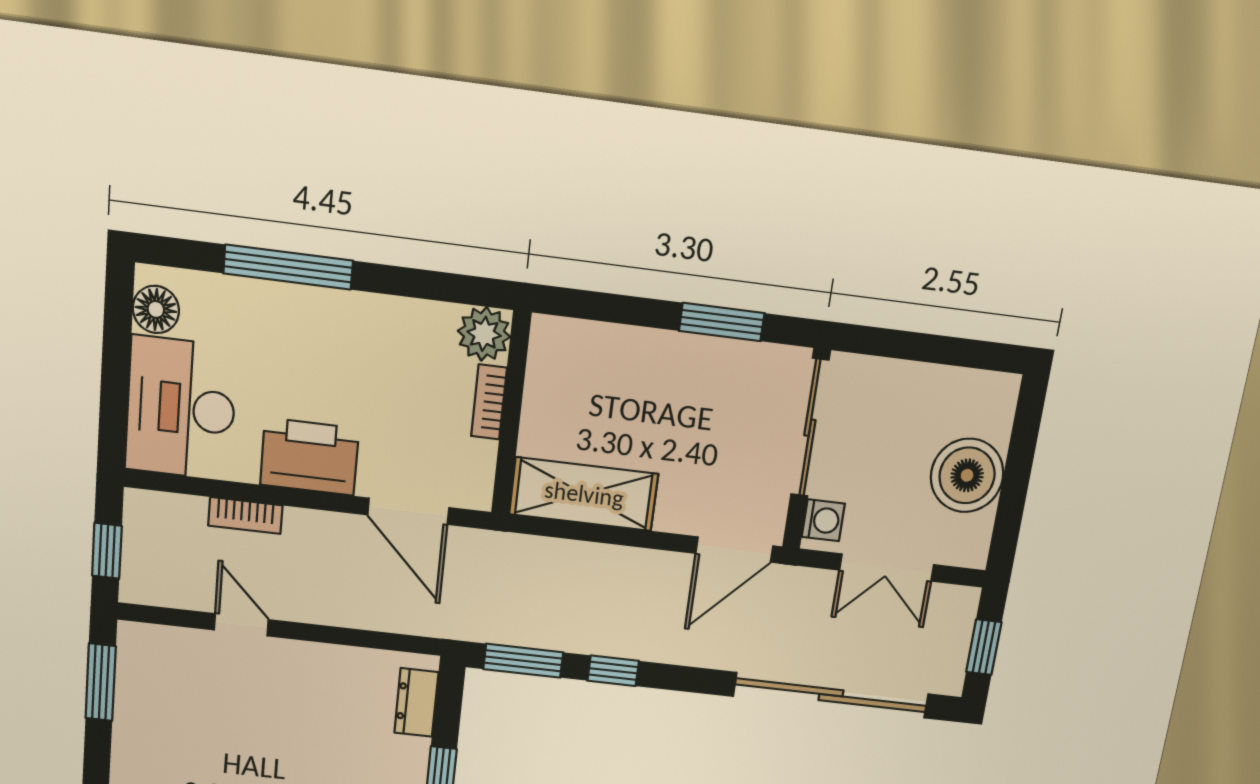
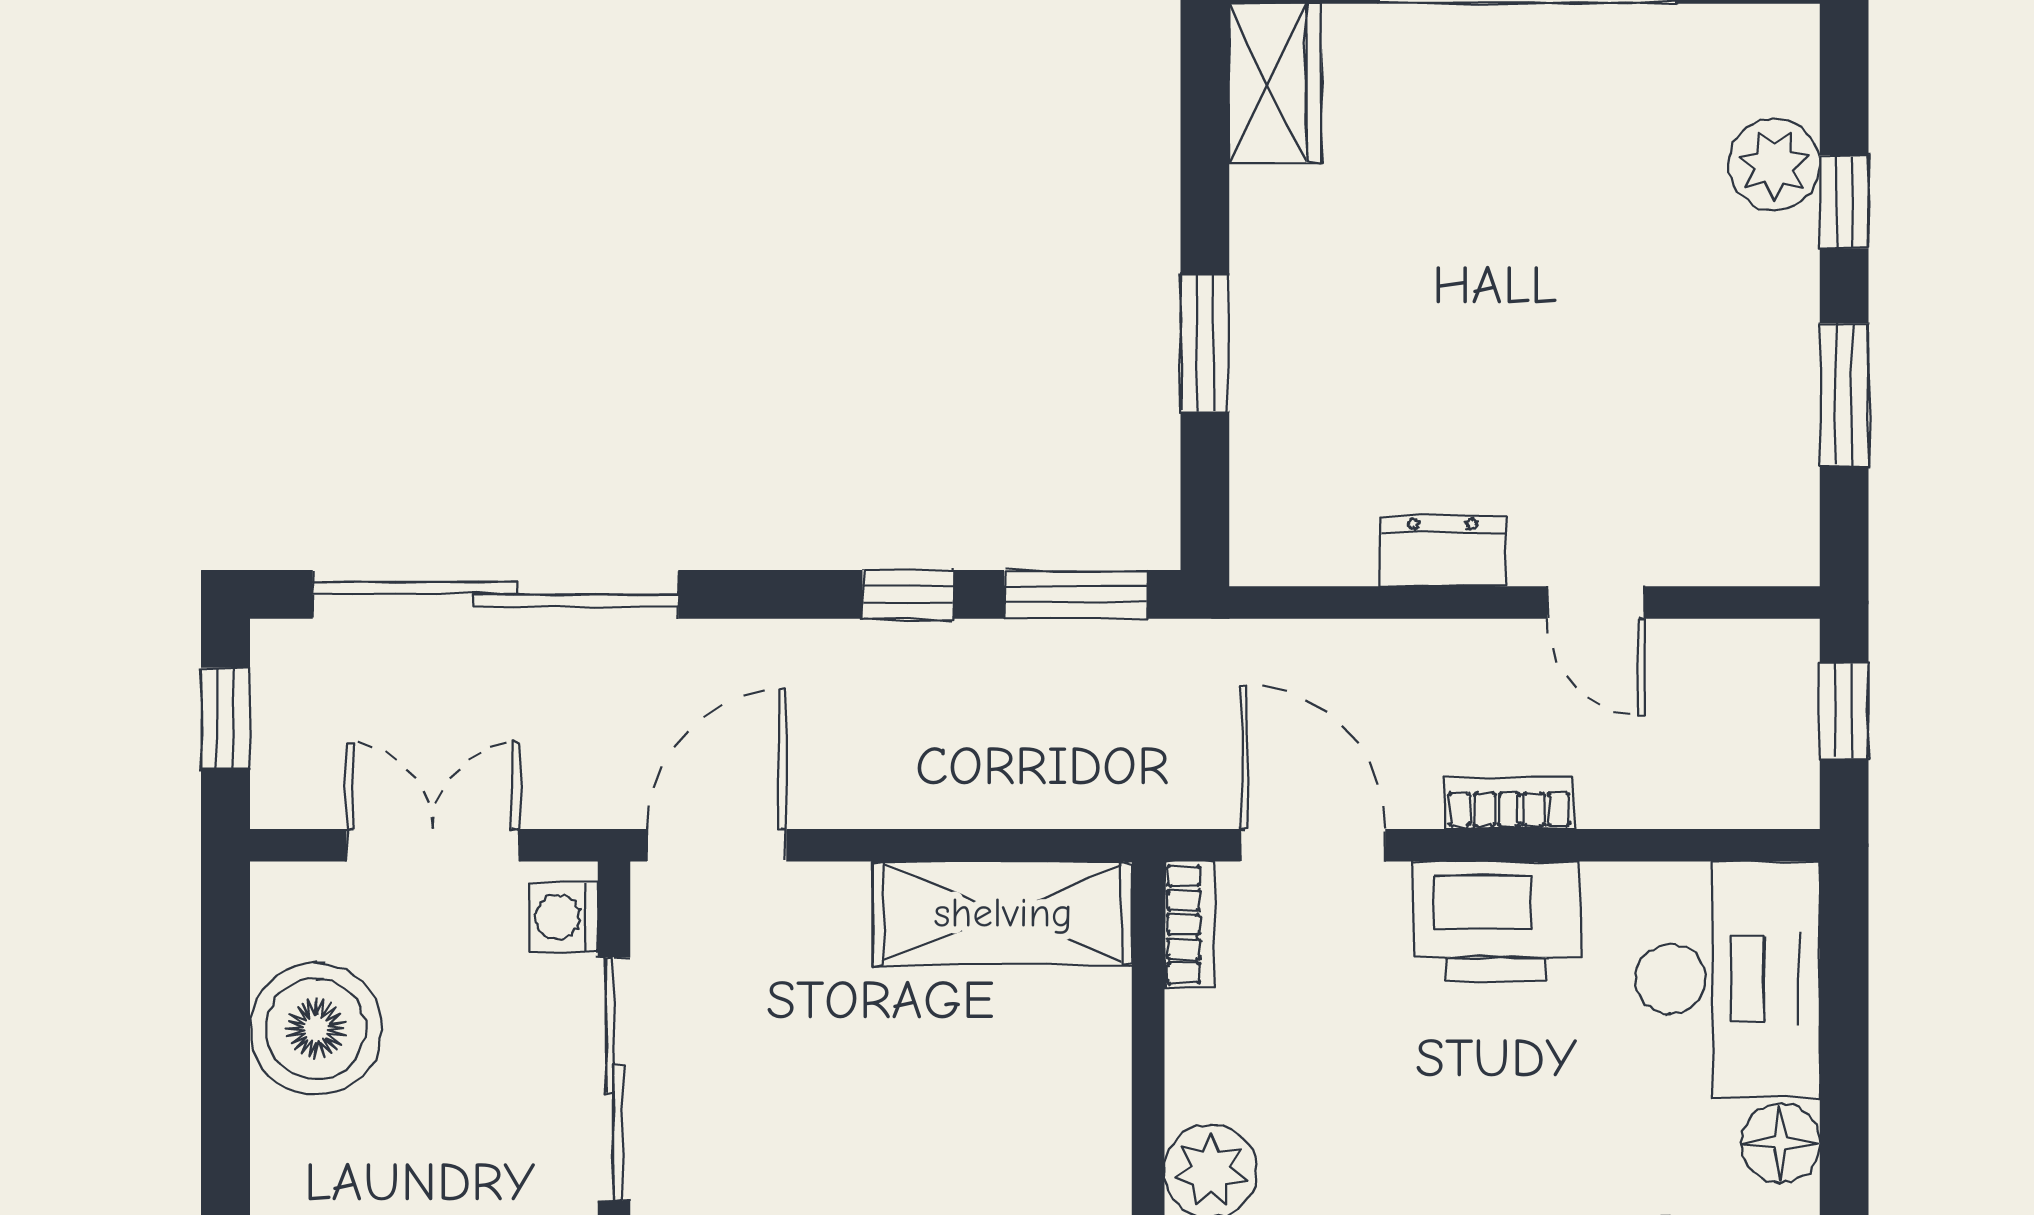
bookcase: (489, 402) -> (1190, 924), moved
bookcase: (245, 516) -> (1509, 803), moved
window: (101, 682) -> (1844, 395), moved
dresser: (416, 702) -> (1443, 551), moved, turned -90

